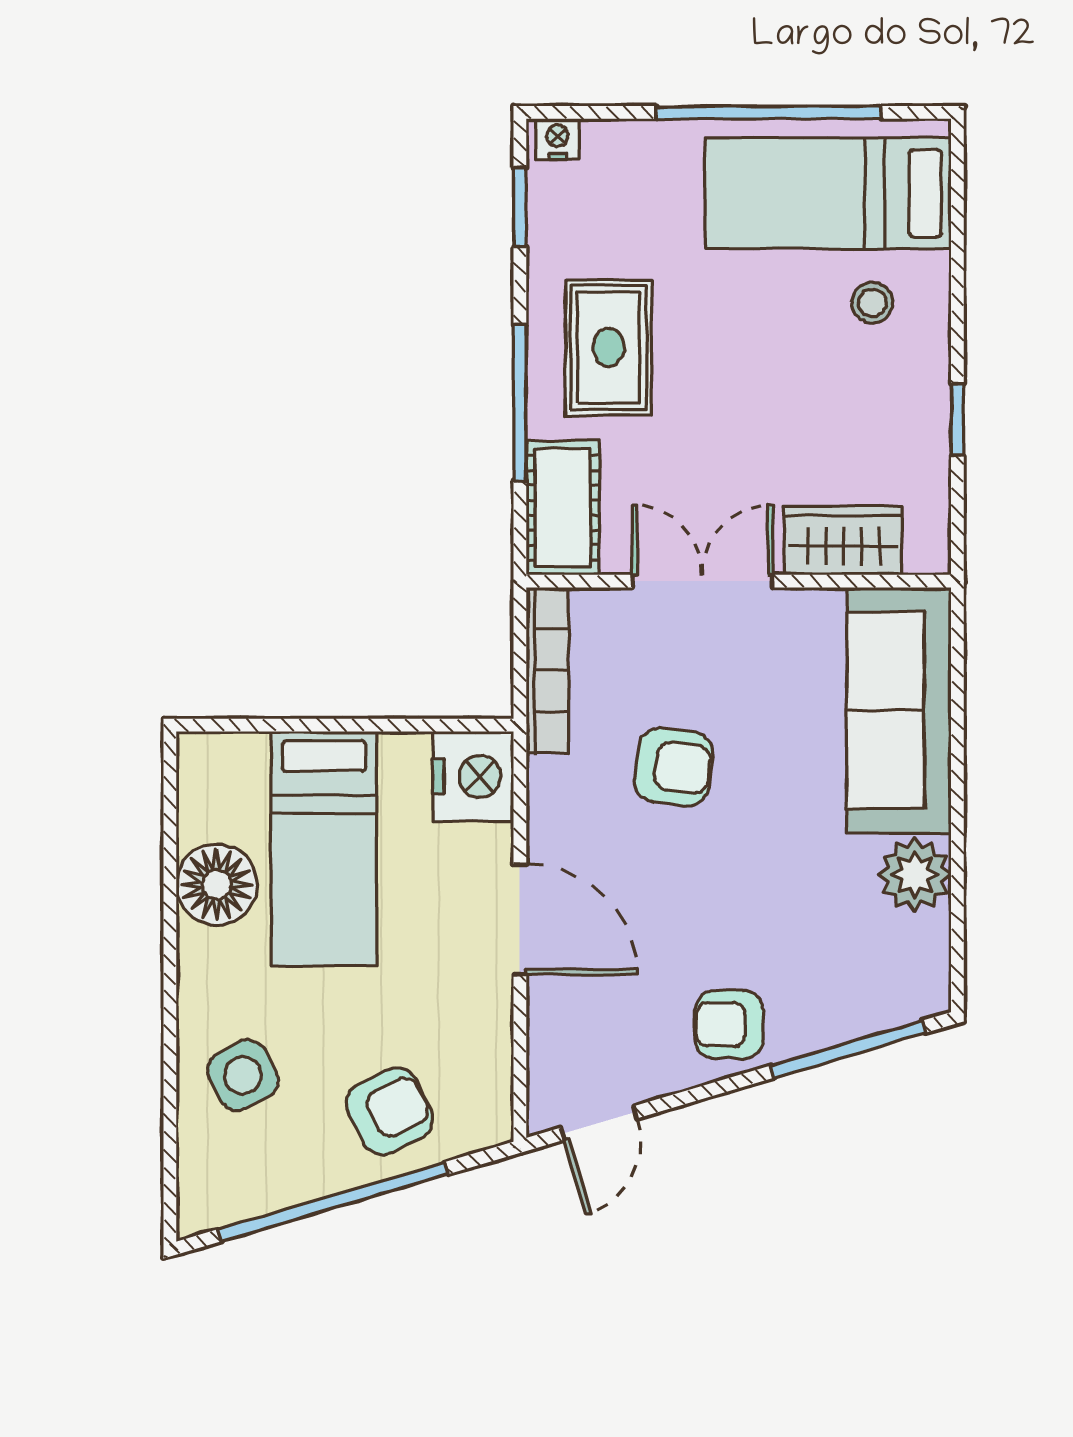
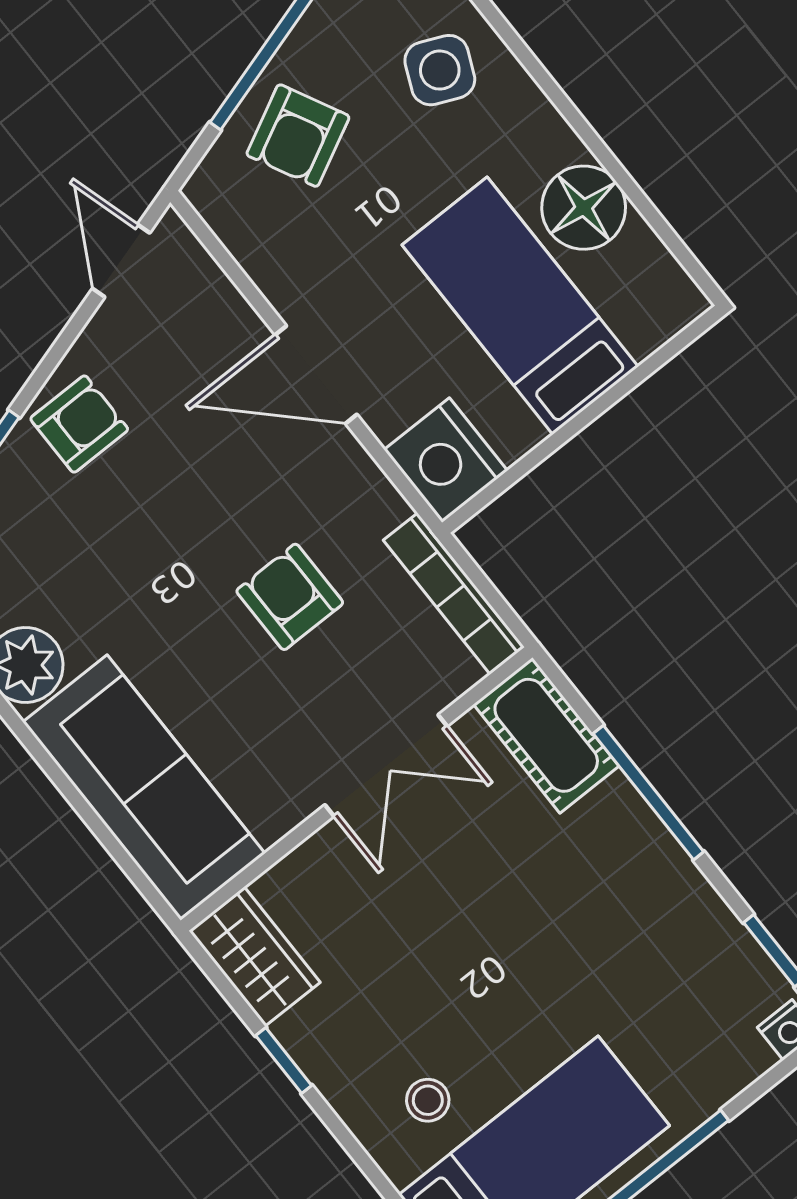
rug: (609, 347) -> (612, 894), removed
wardrobe: (843, 541) -> (255, 957), moved, turned -90
armchair: (674, 767) -> (290, 597), turned 83
side table: (243, 1075) -> (440, 70), turned -38

